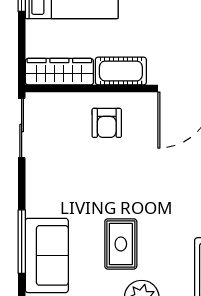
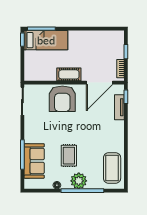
wardrobe: (59, 72) -> (40, 75), removed
armchair: (107, 123) -> (62, 99), width x1.88, depth x1.88

